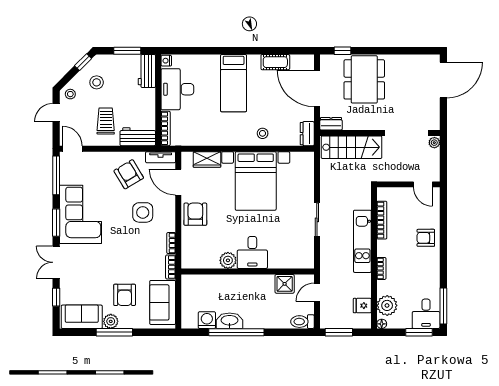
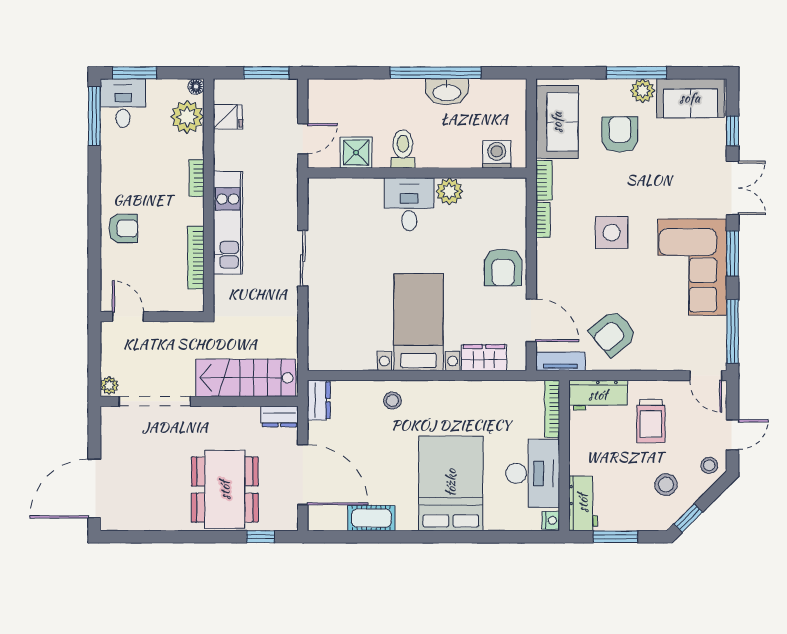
bed: (234, 83) -> (451, 483), width x1.50
armchair: (129, 174) -> (613, 333), turned 81
bed with nightstands: (256, 181) -> (418, 322), width x0.73
side table: (143, 212) -> (612, 233), moved
washing machine: (207, 320) -> (497, 154), moved, turned 180
toilet: (302, 322) -> (403, 149), moved, turned -90

